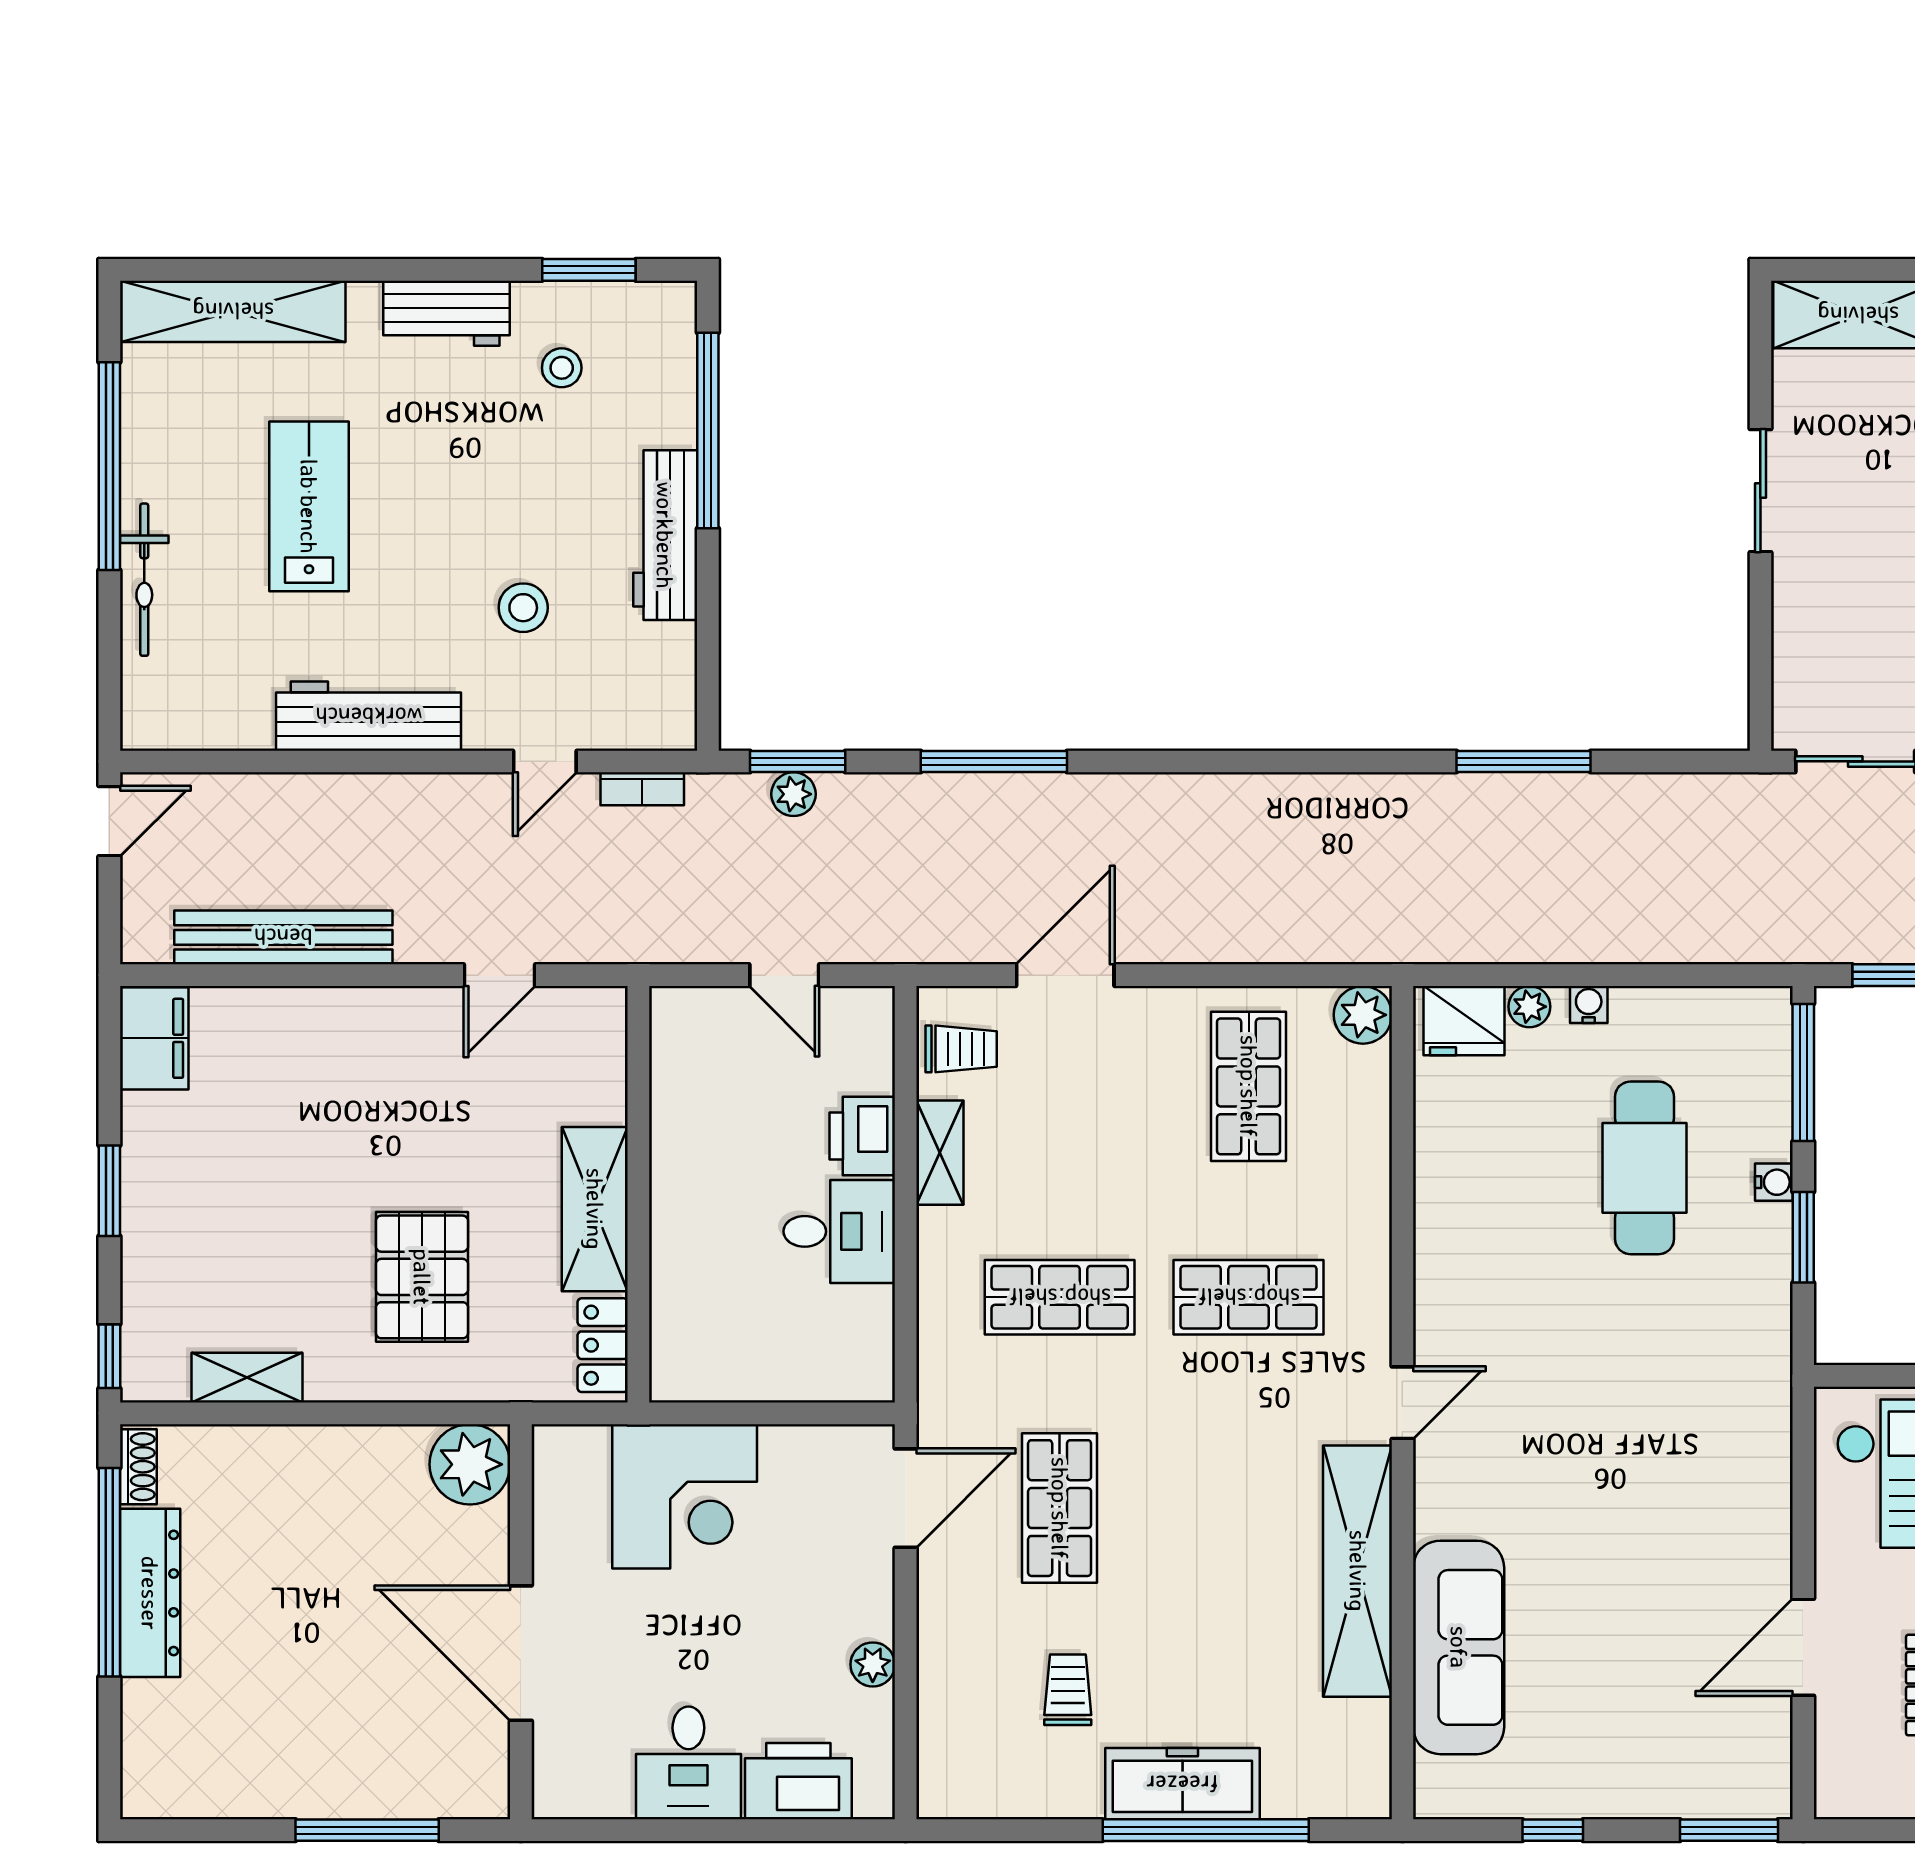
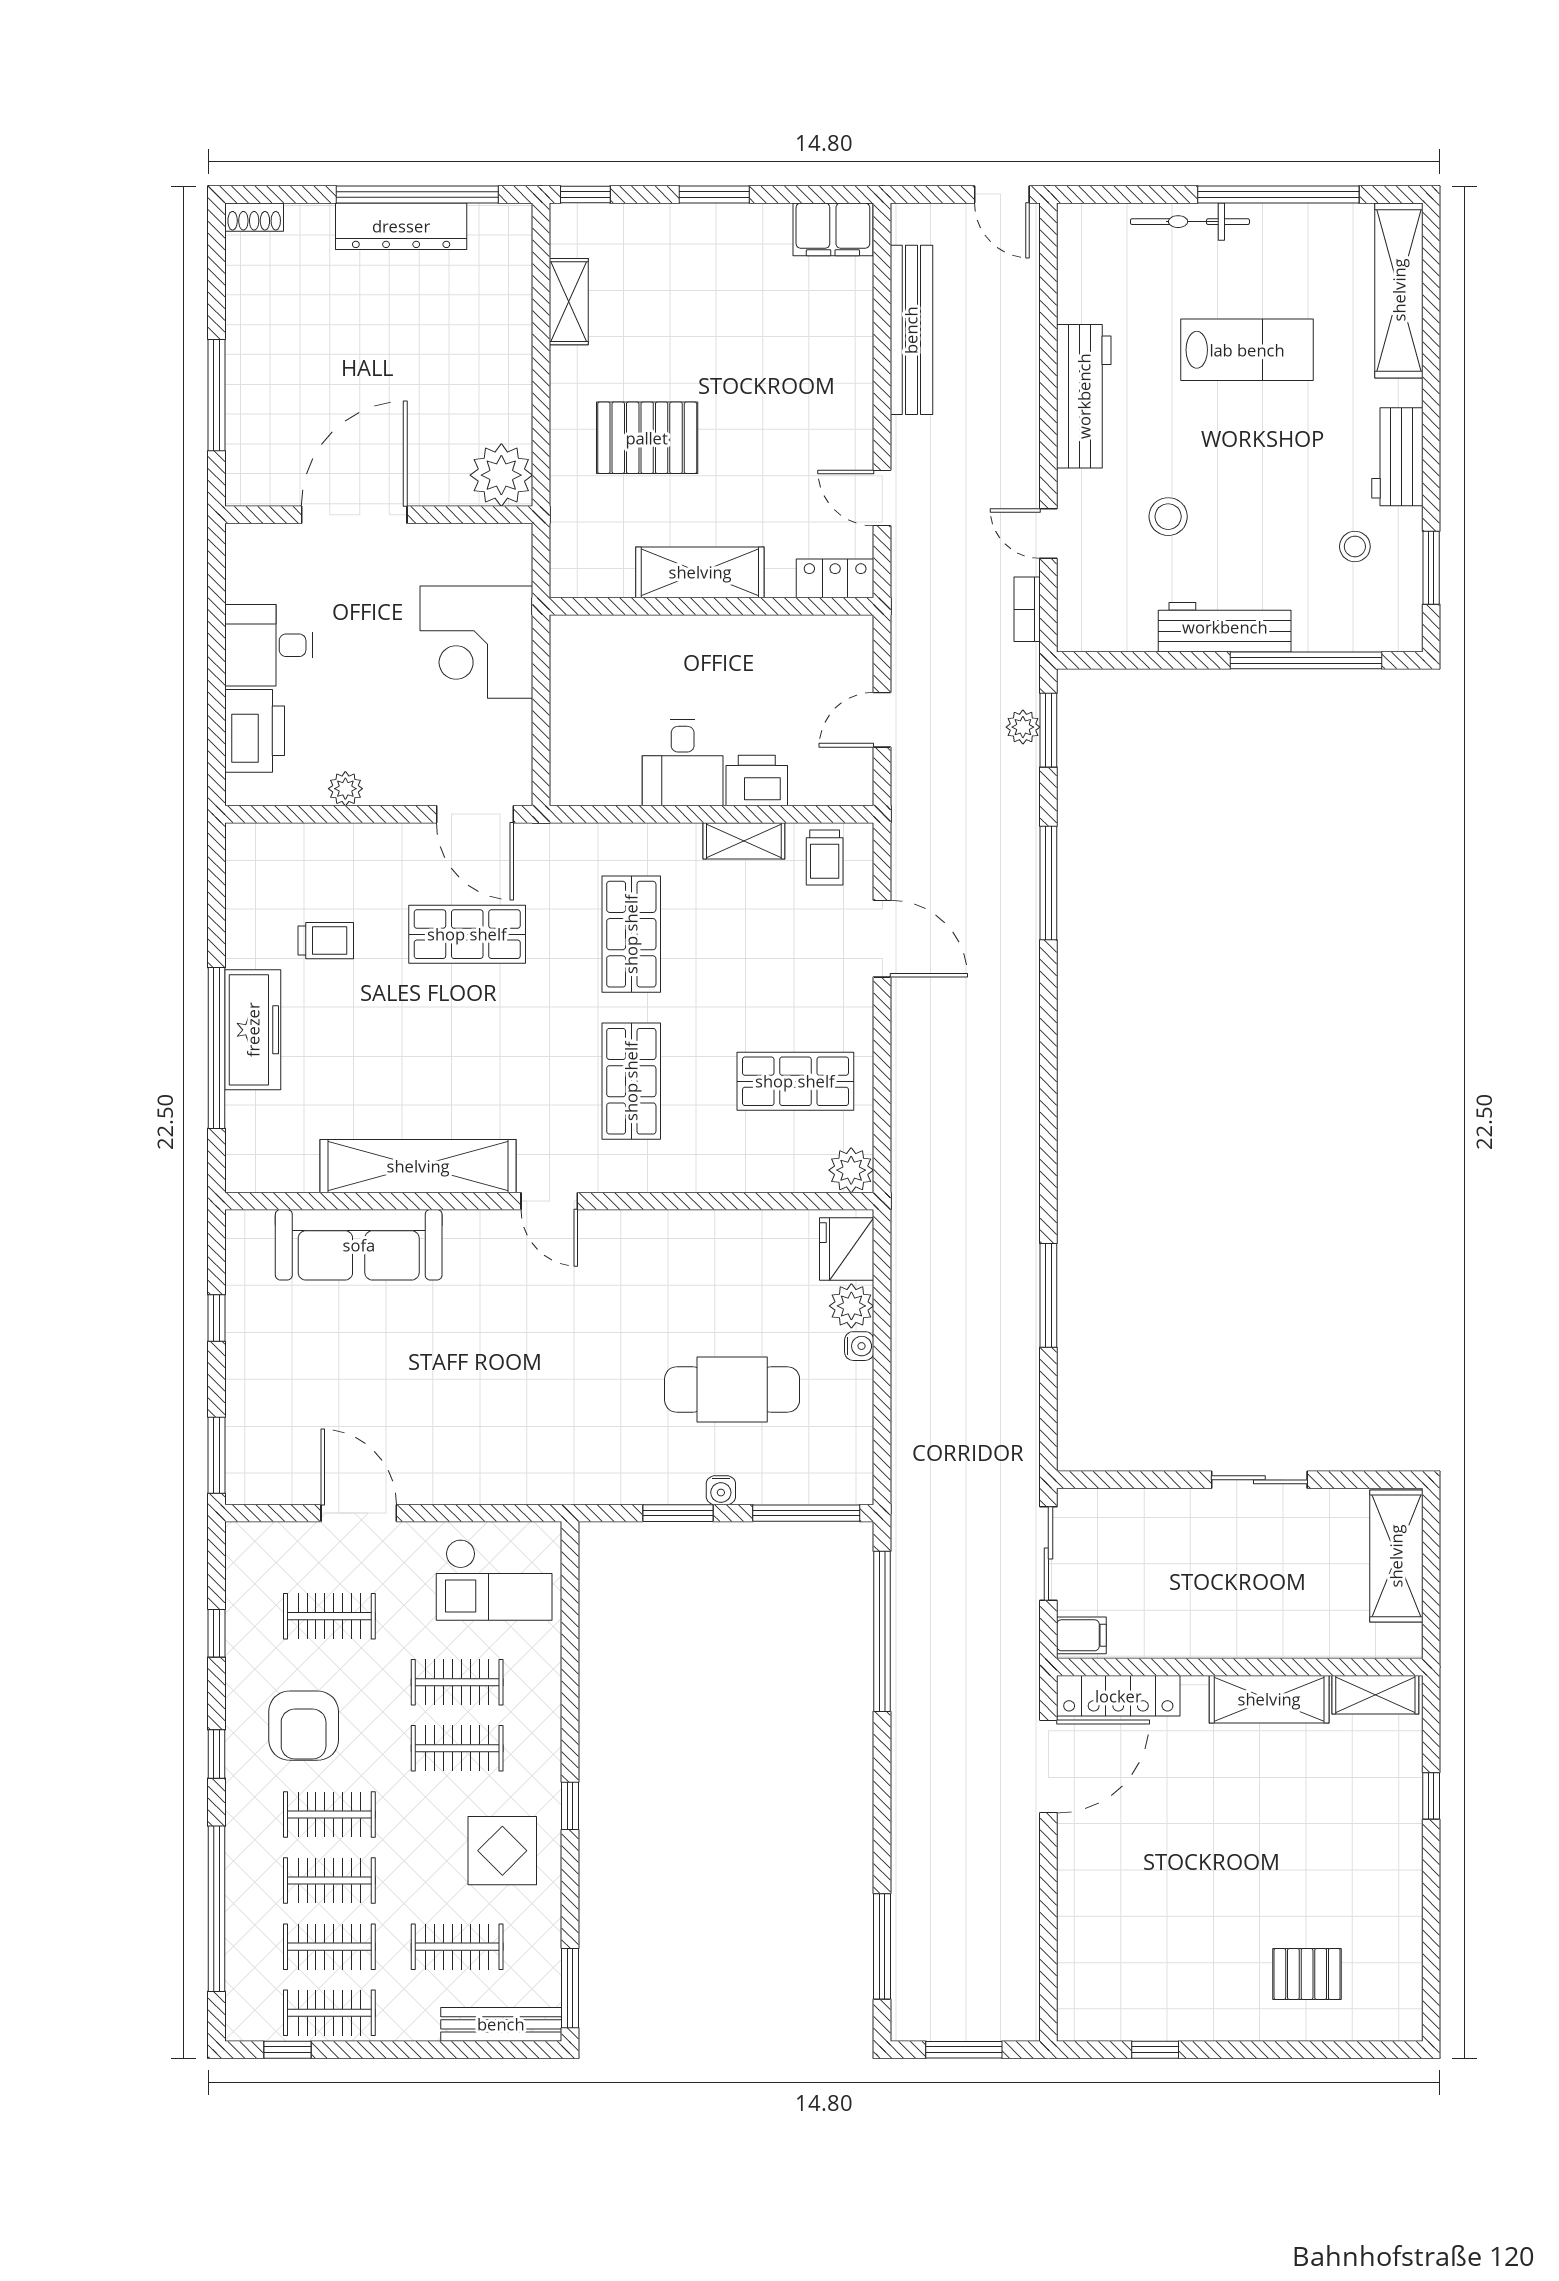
plant: (1529, 1007) -> (851, 1306), width x1.38, depth x1.38
locker: (603, 1345) -> (835, 578), moved
shoe rack: (138, 1467) -> (254, 217), moved

